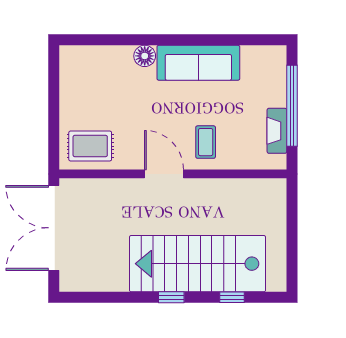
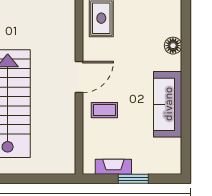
floor lamp: (145, 56) -> (173, 46), moved
window: (292, 106) -> (133, 179), width x0.47

